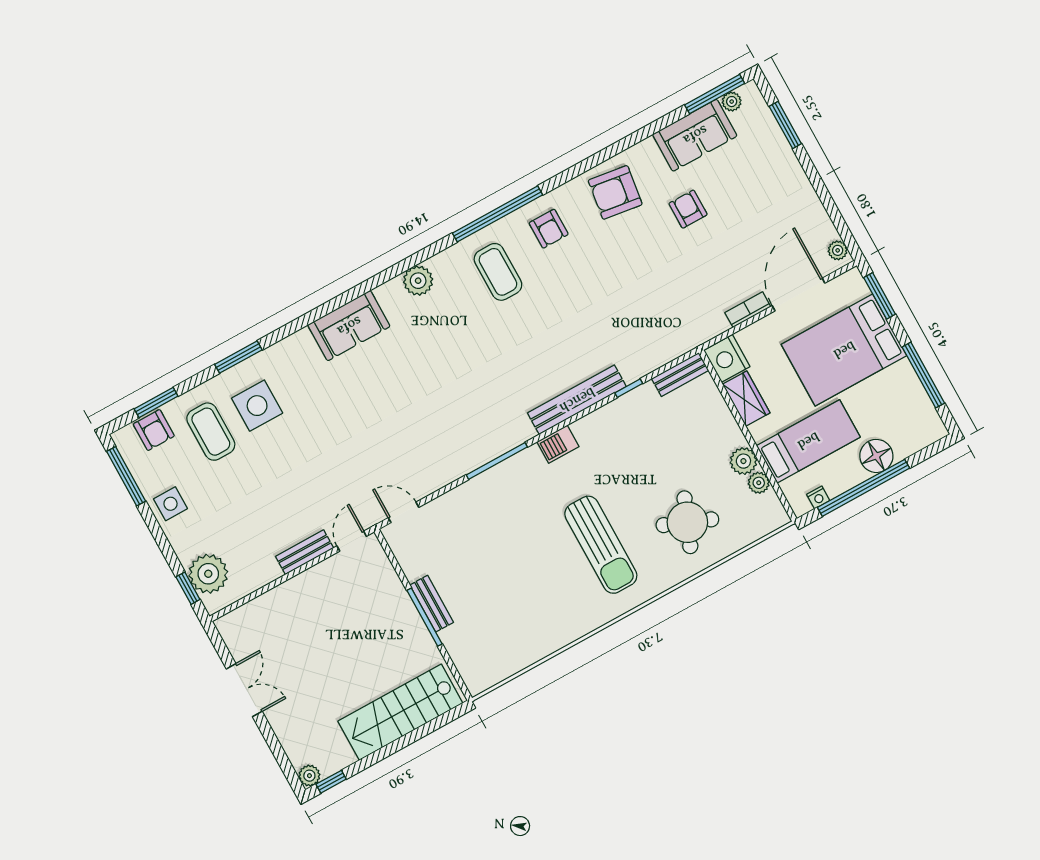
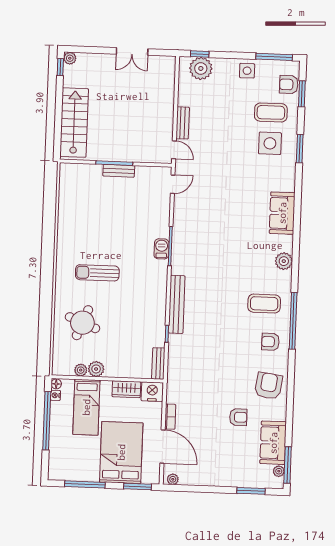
barbecue: (558, 444) -> (161, 249), moved
floor lamp: (876, 456) -> (56, 384), moved, width x0.53, depth x0.53
sun lounger: (601, 545) -> (97, 273), width x0.73, depth x0.75

